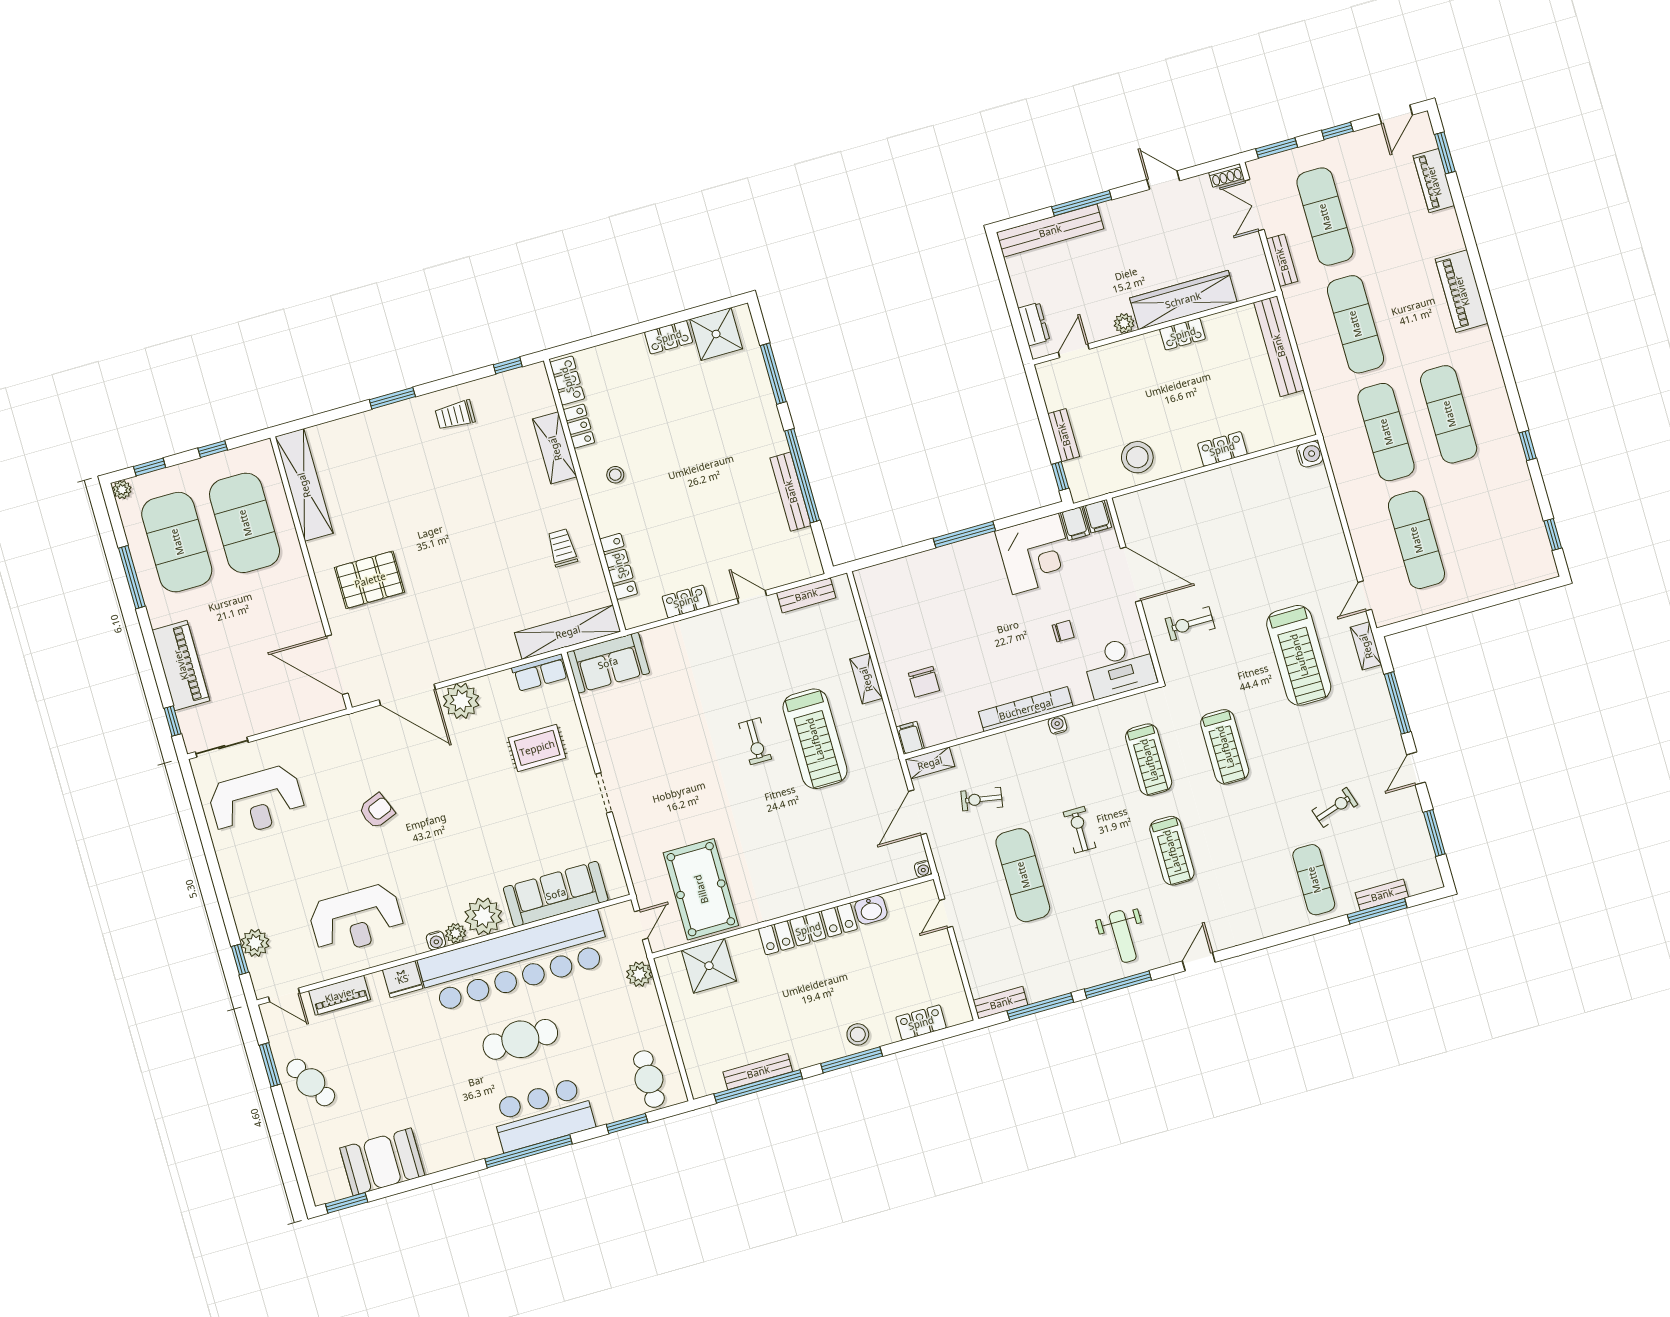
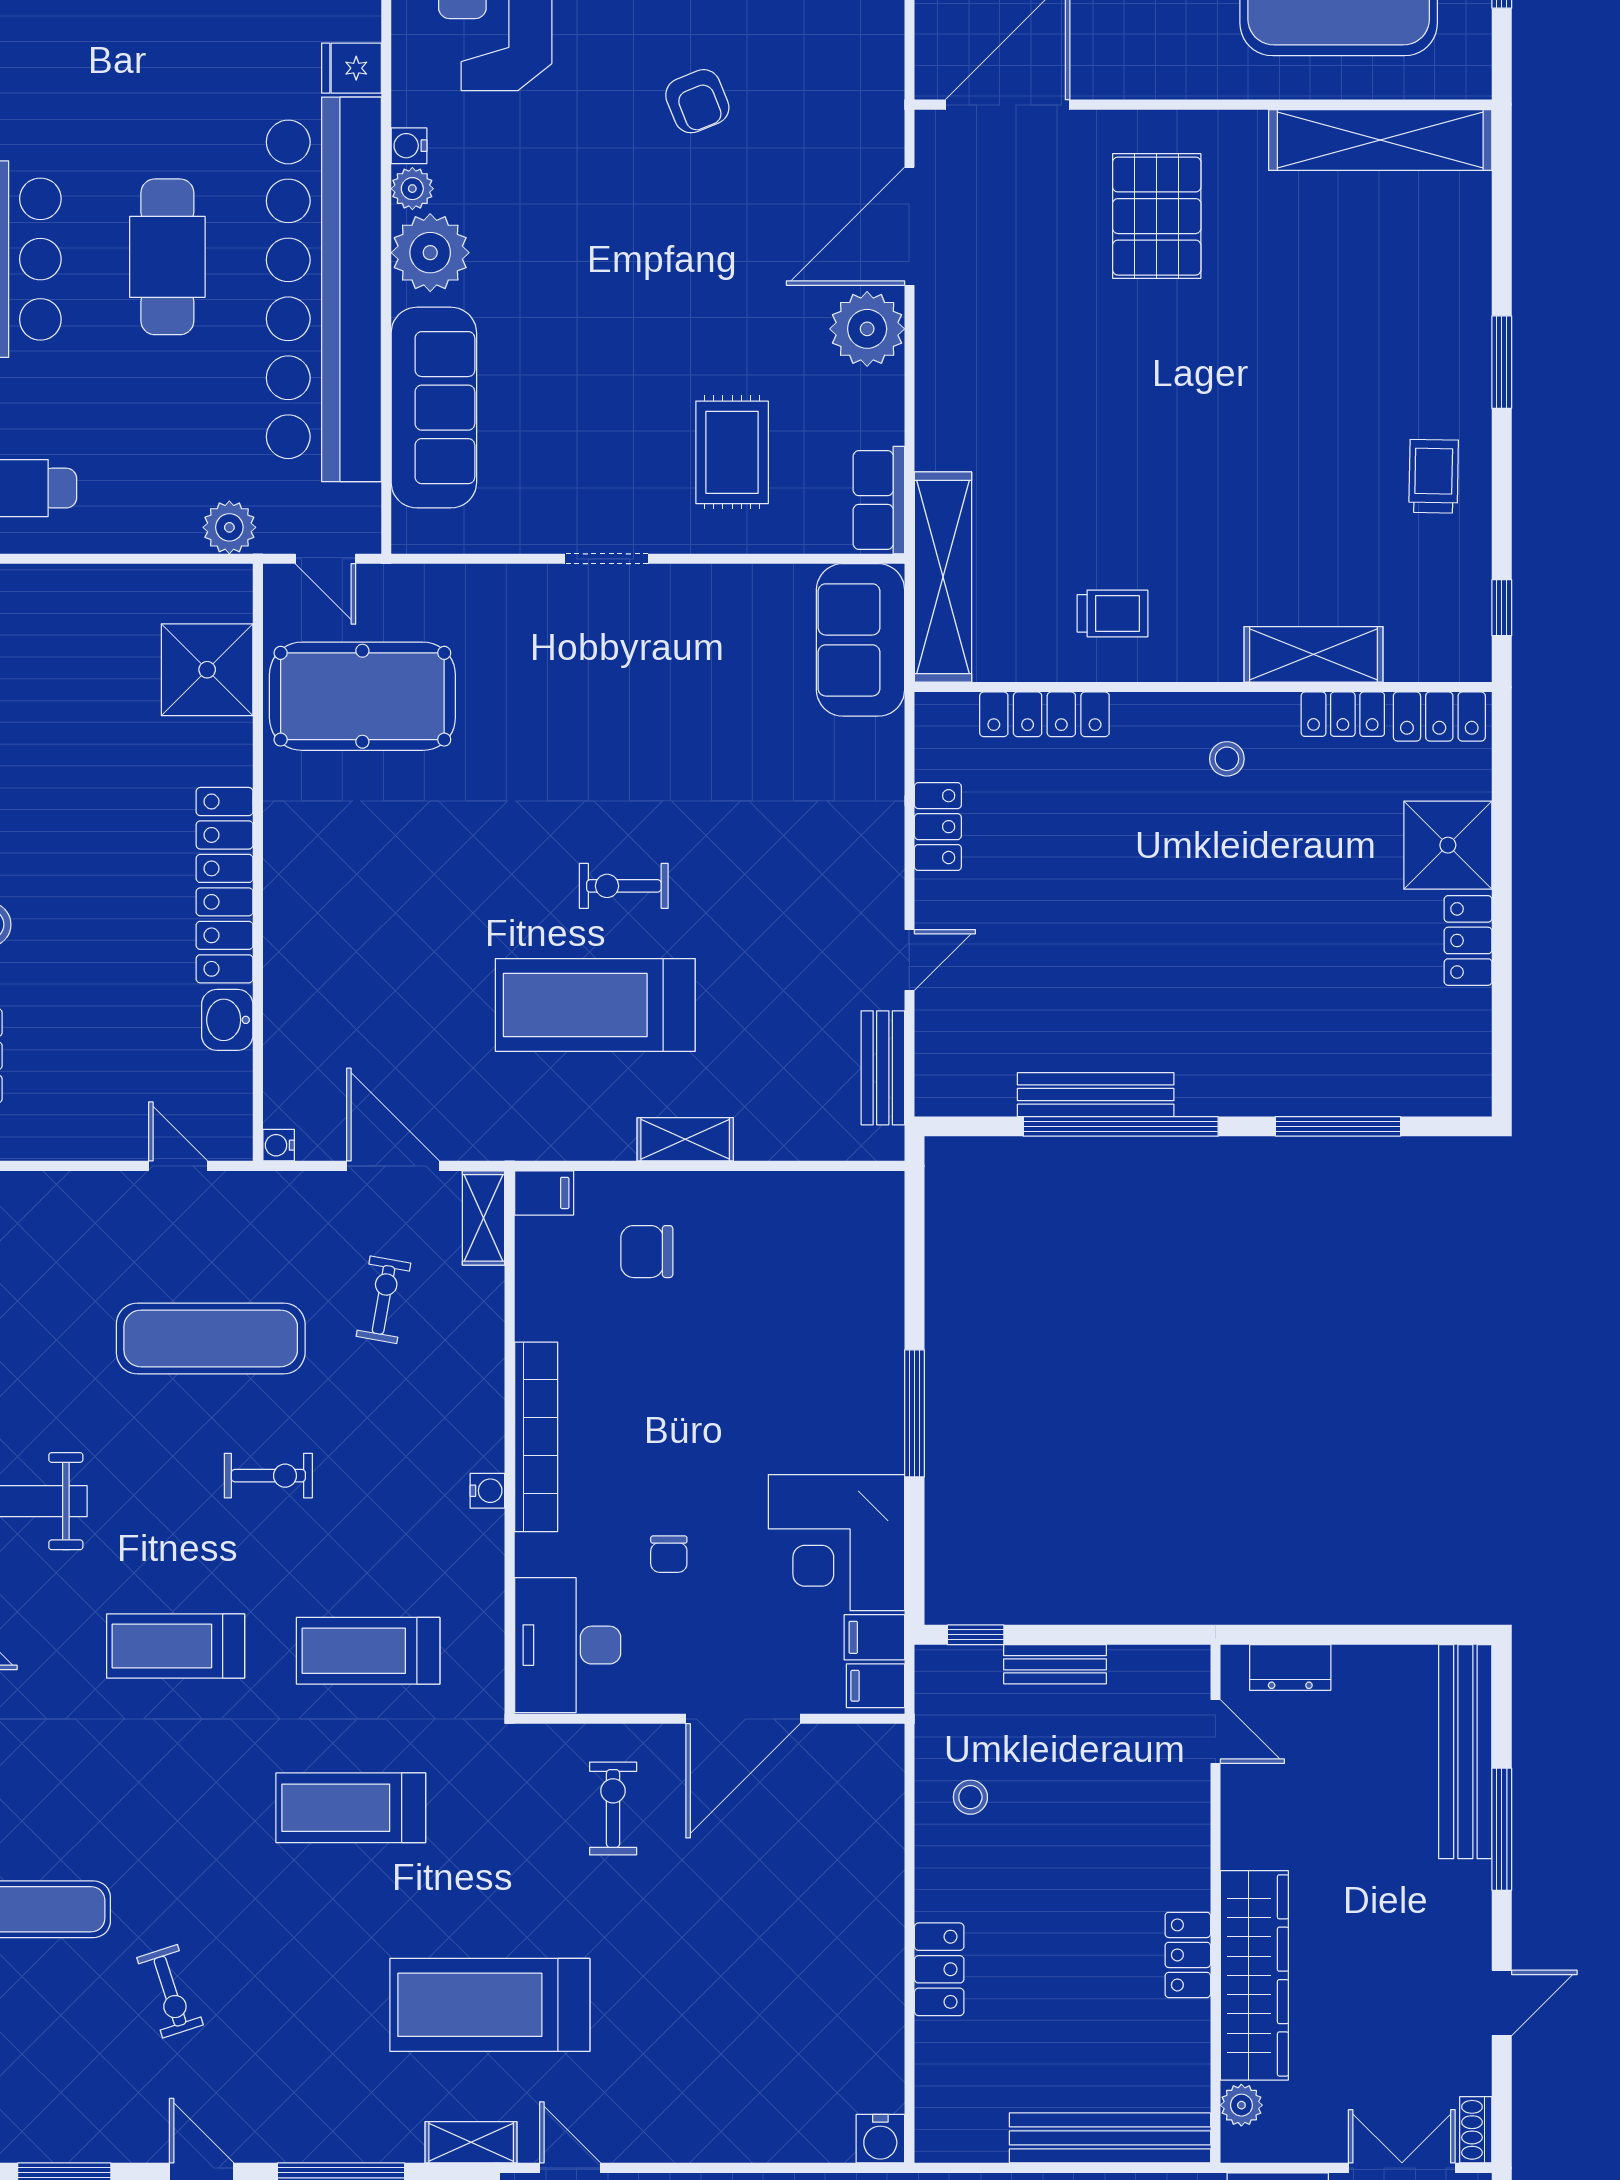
plant: (1124, 323) -> (1241, 2105), moved
shower: (716, 334) -> (1448, 845), moved
stool: (1137, 457) -> (970, 1797), width x0.53, depth x0.53
fridge: (403, 979) -> (351, 68), width x0.72

